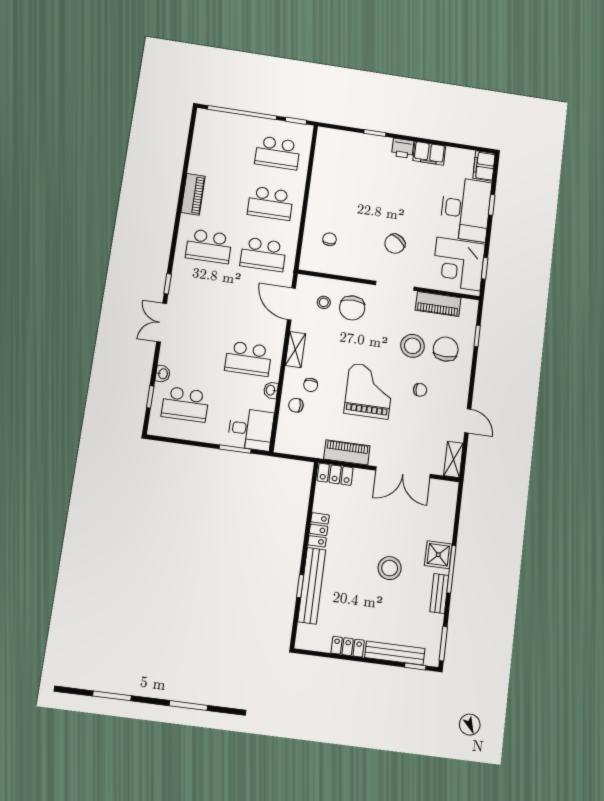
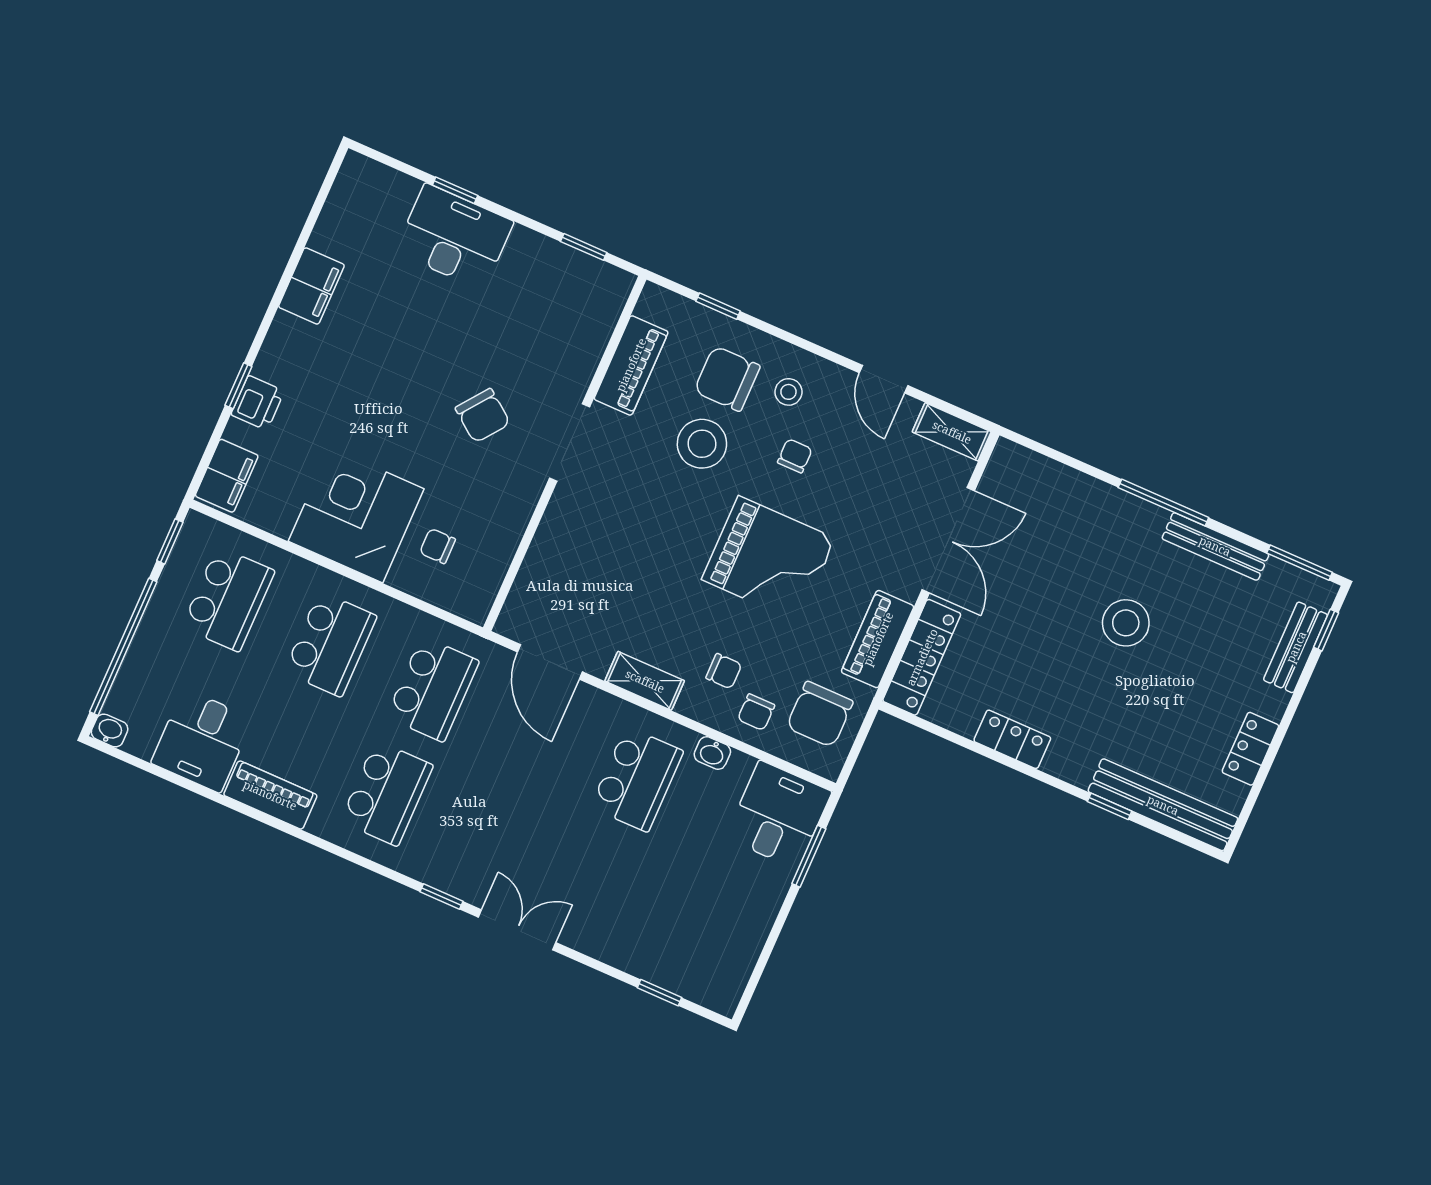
printer: (403, 148) -> (258, 403), moved
desk: (209, 158) -> (202, 741), added
filing cabinet: (484, 166) -> (227, 476), moved, turned -90
desk: (466, 209) -> (454, 237), width x0.73, depth x0.77
corner desk: (459, 264) -> (356, 515), moved, turned 180
stool: (324, 302) -> (788, 392), moved
door: (291, 304) -> (550, 662), hinge flipped
chair: (352, 308) -> (820, 714), moved, turned 90
double door: (162, 323) -> (517, 930), swing flipped
washbasin: (163, 374) -> (110, 730), moved
grand piano: (369, 391) -> (769, 559), turned 180
school desk: (185, 404) -> (693, 928), removed
door: (468, 421) -> (884, 379), swing flipped
locker: (335, 474) -> (922, 657), width x1.53
shower: (438, 555) -> (1128, 520), removed
bench: (312, 586) -> (1163, 805), moved
bench: (439, 594) -> (1215, 546), width x1.36
bench: (395, 653) -> (1296, 647), width x0.73

